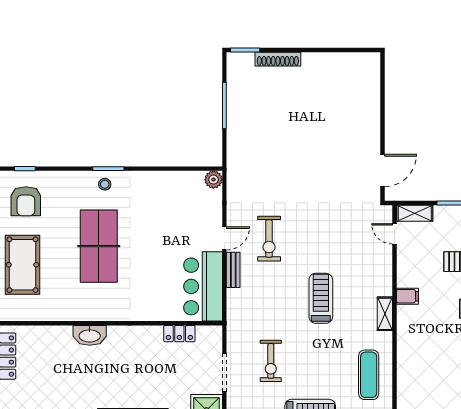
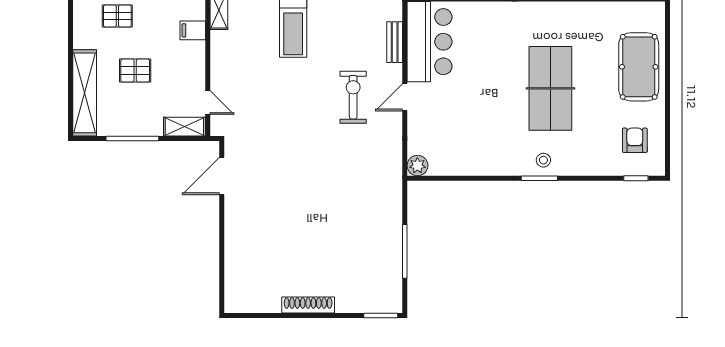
shoe rack: (278, 59) -> (308, 305), moved
armchair: (26, 201) -> (635, 140), width x0.72, depth x0.72
bench: (233, 270) -> (395, 42), moved

